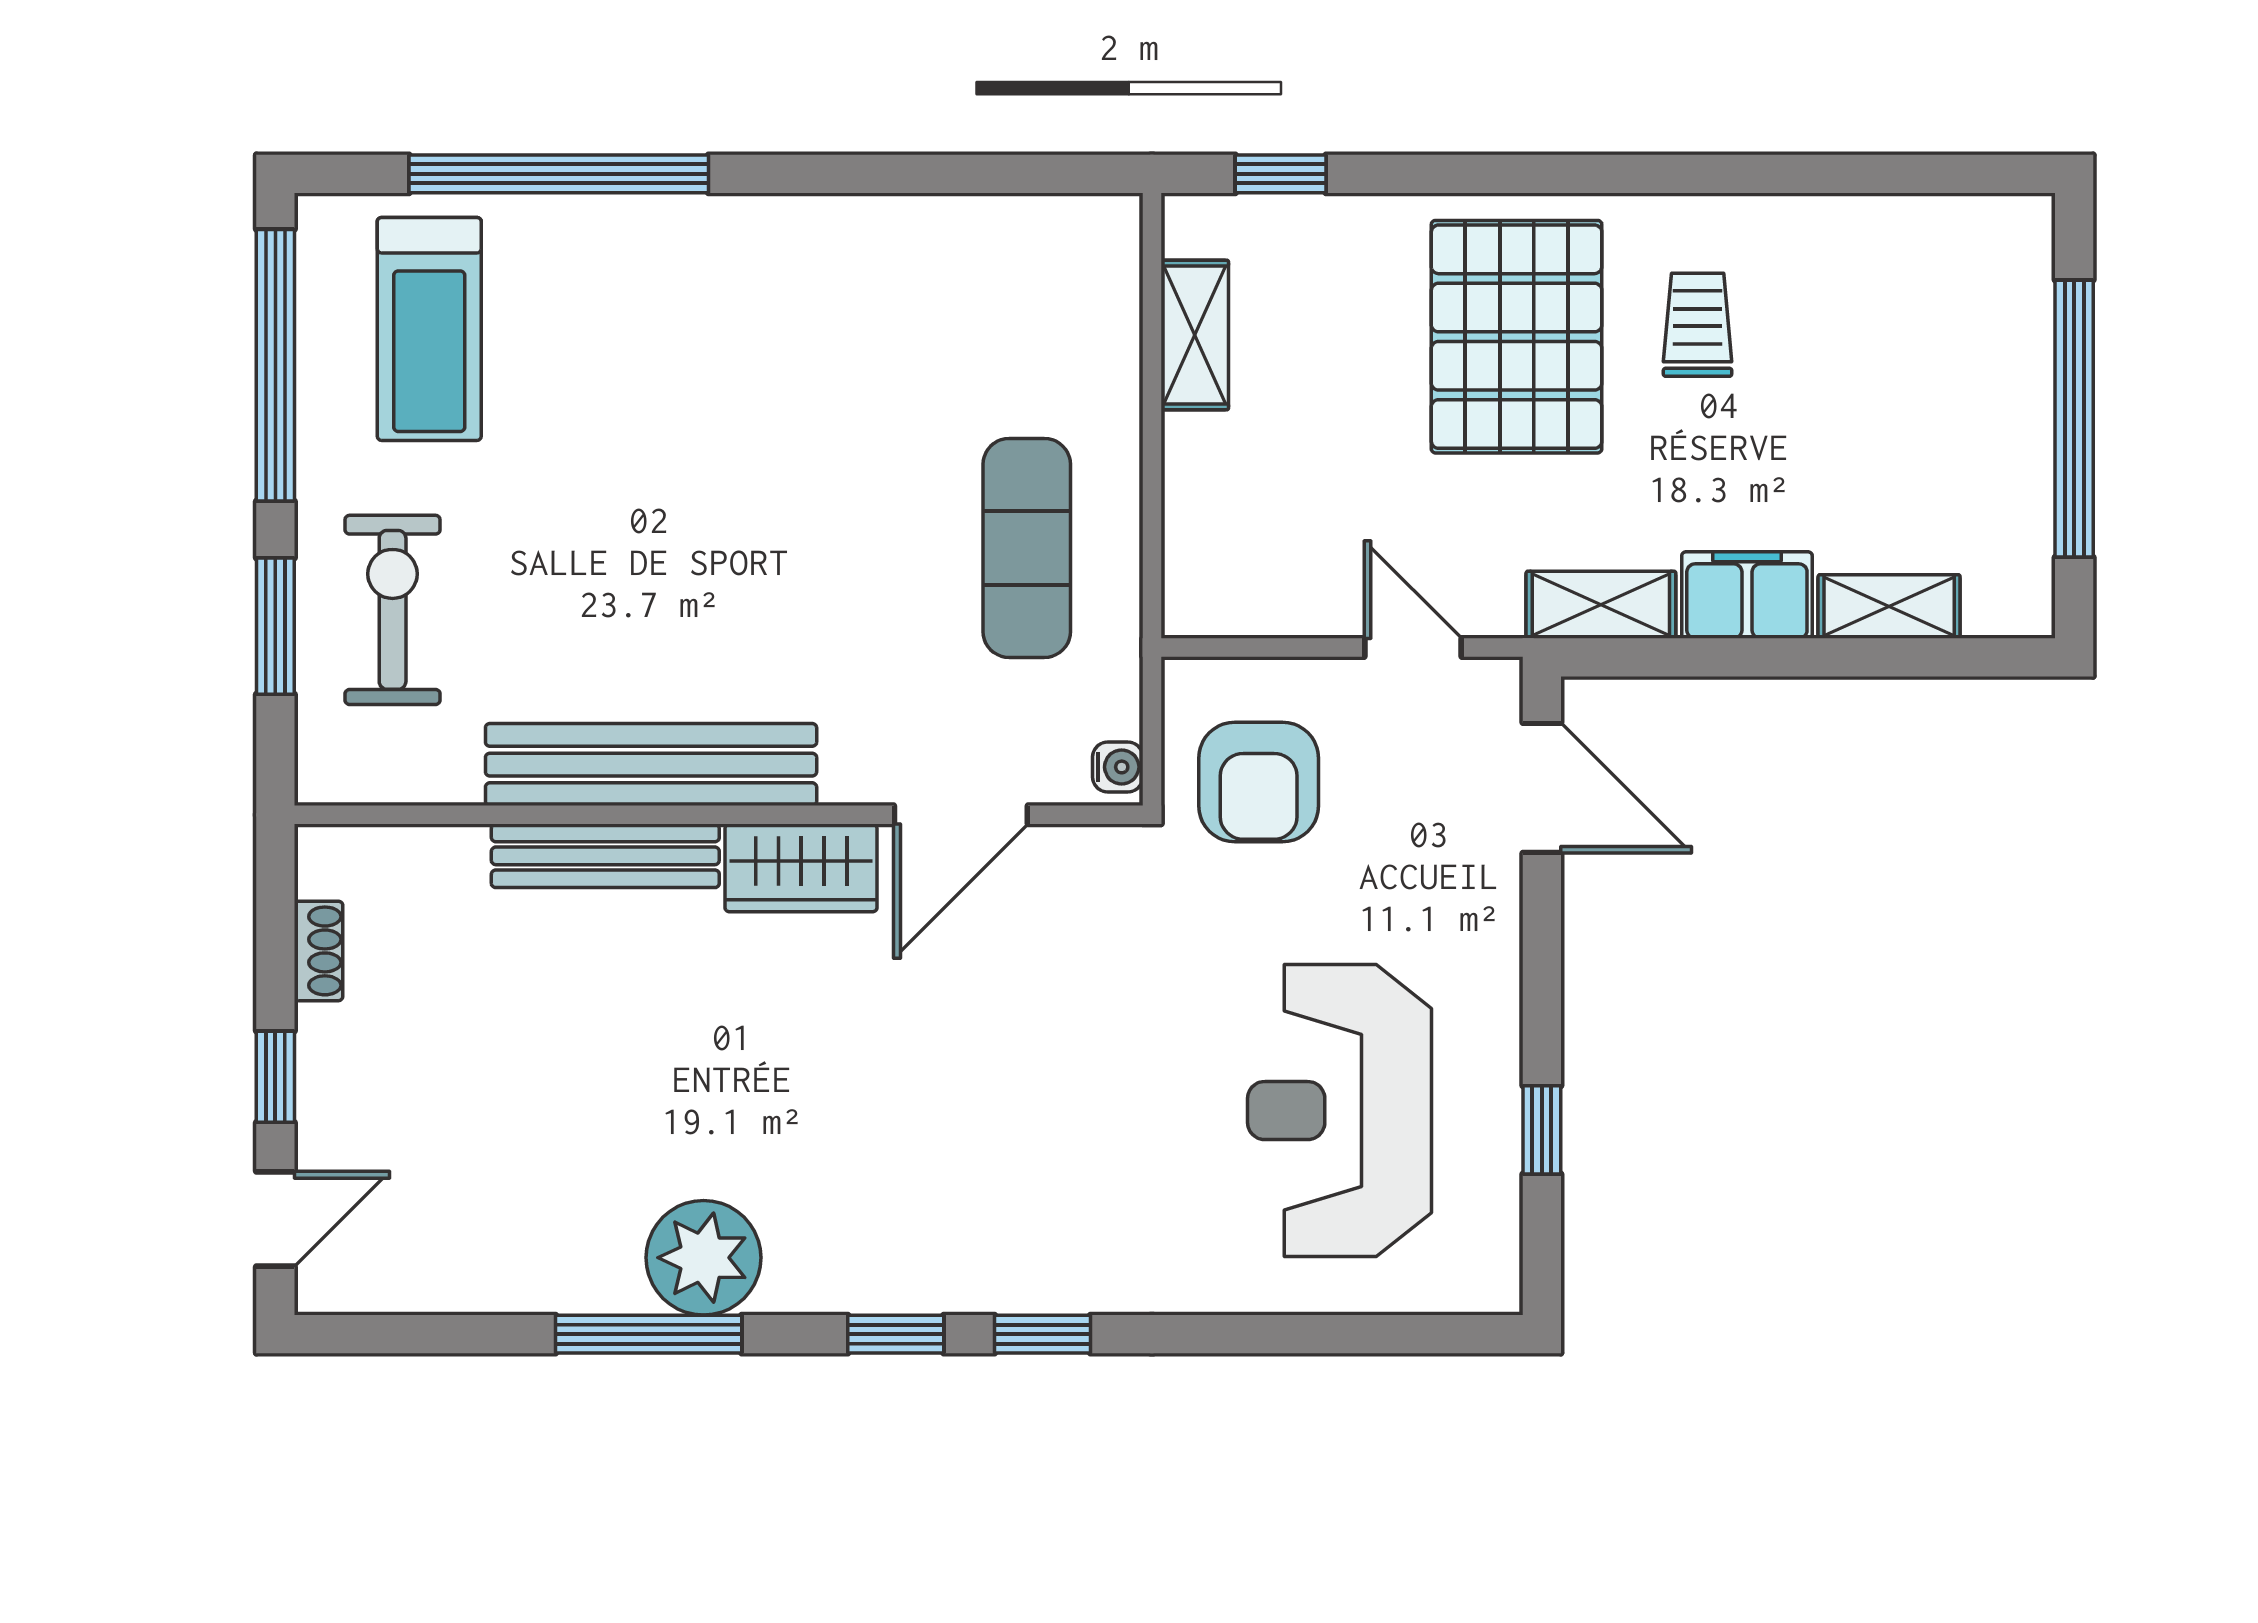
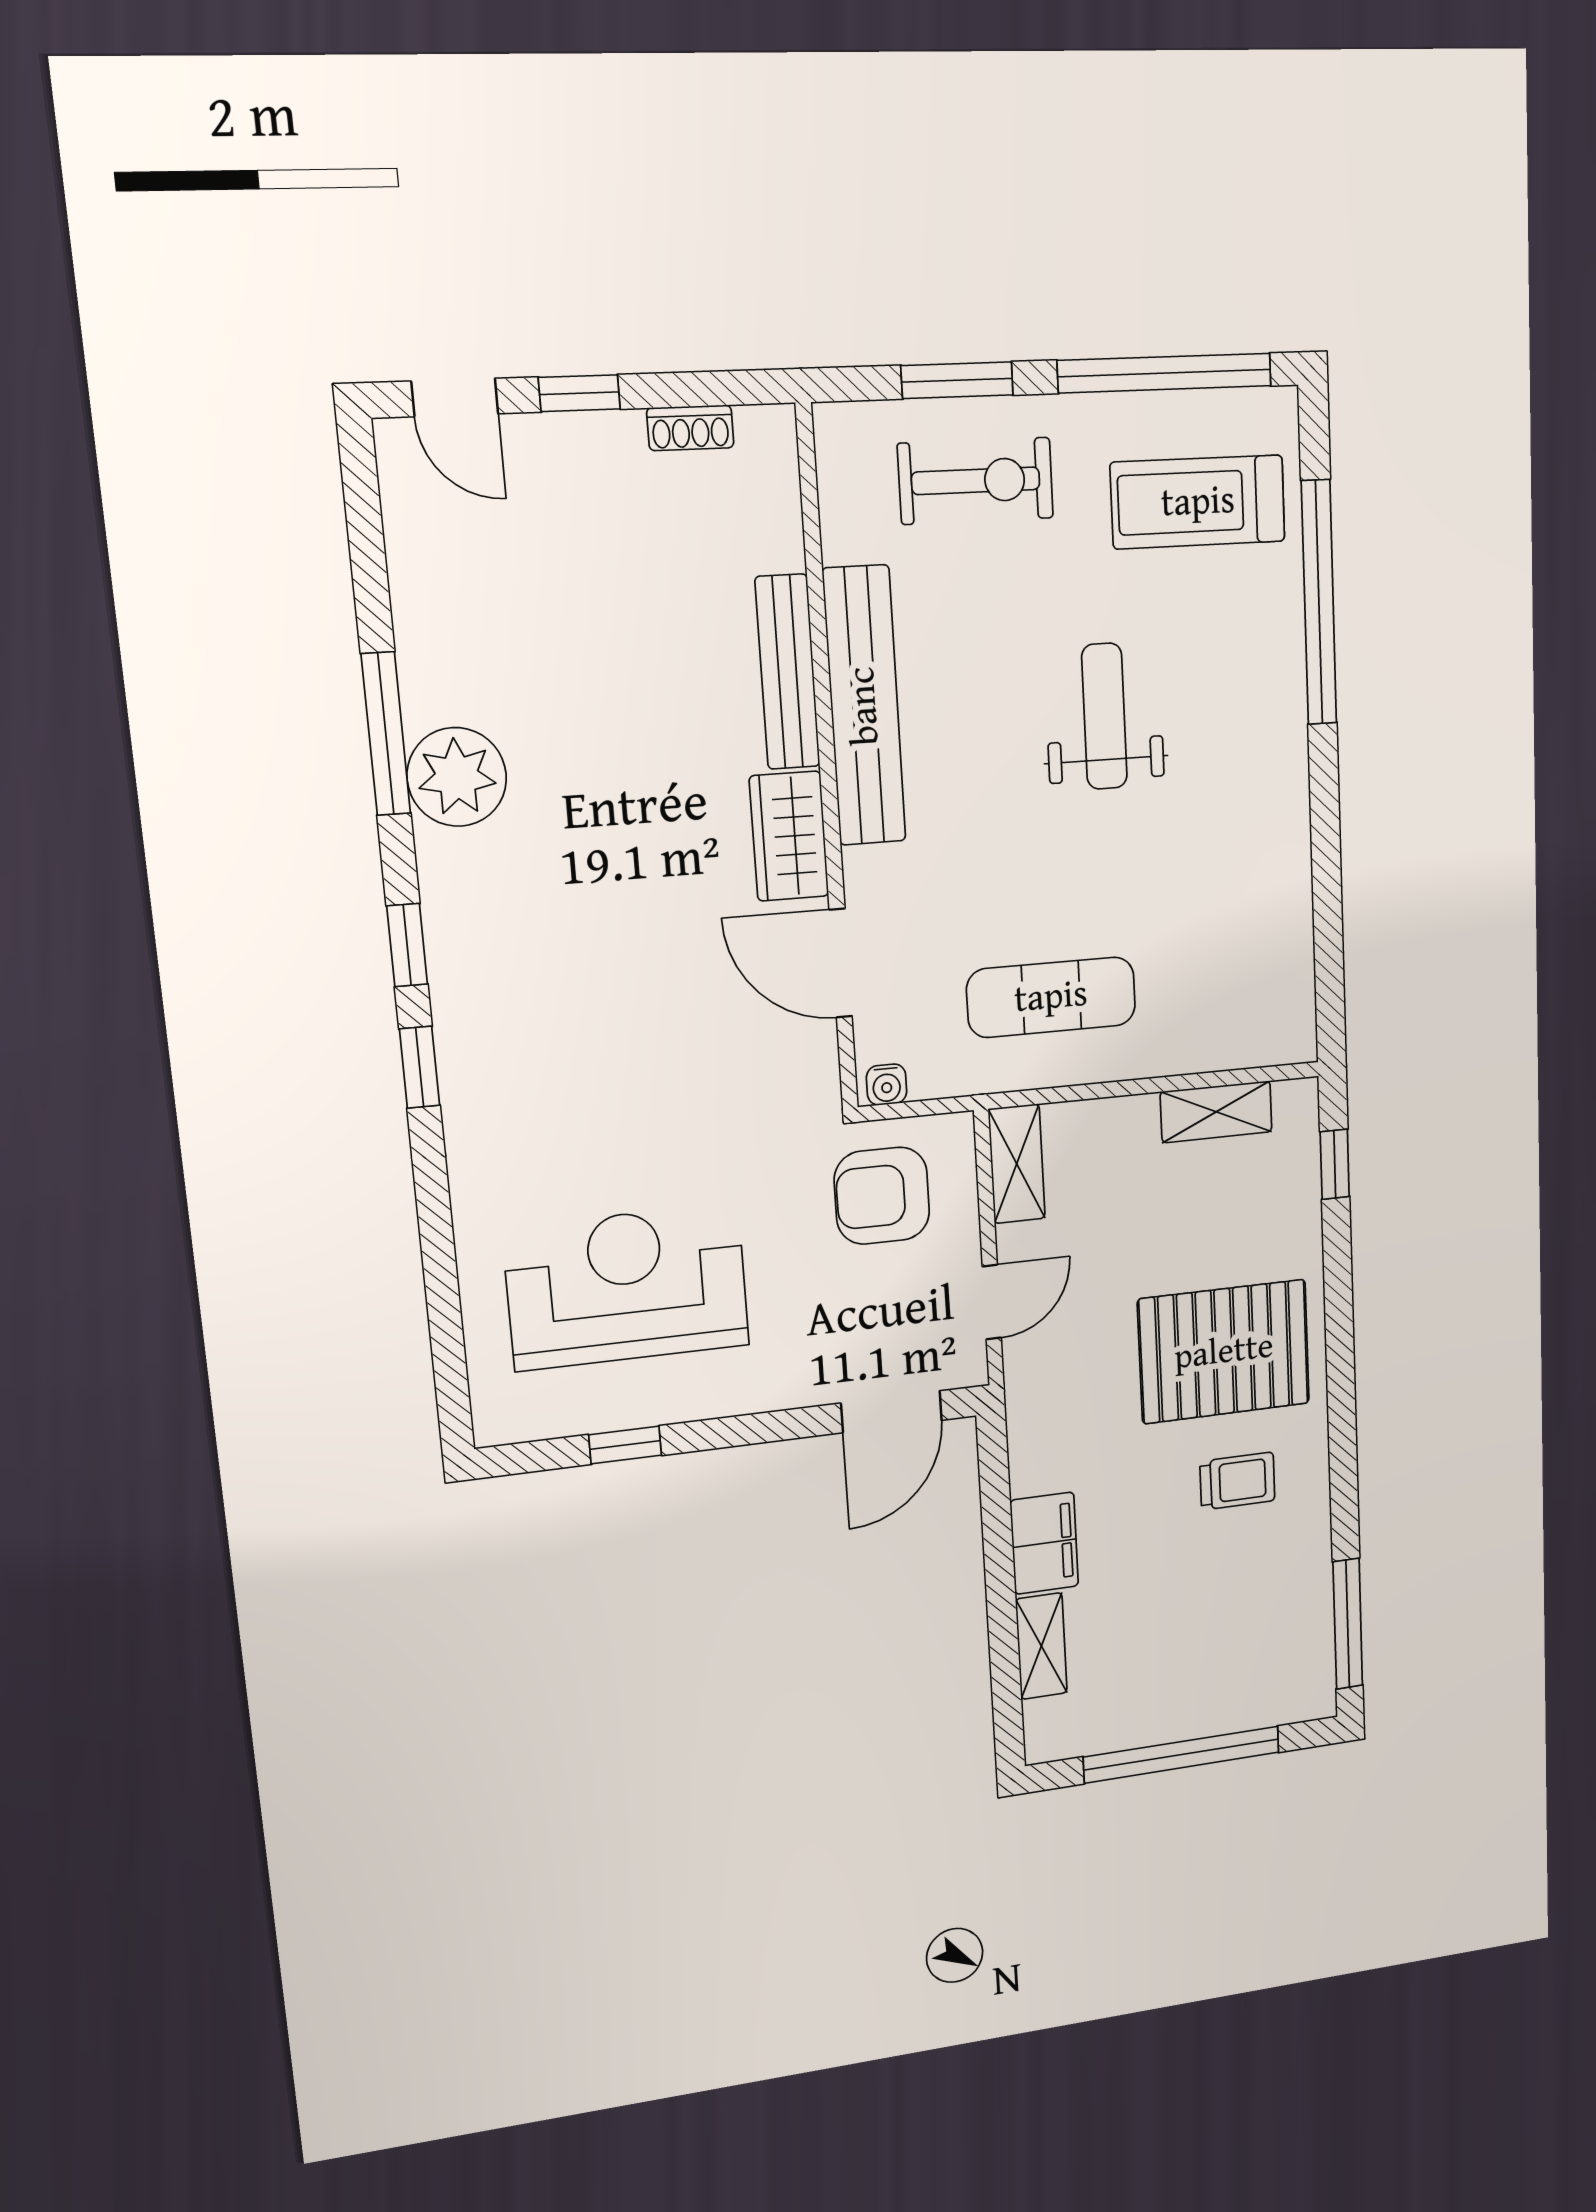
window: (1922, 174) -> (1348, 1624), added
weight bench: (682, 462) -> (1104, 716), added
shelving: (1601, 605) -> (1017, 1164), moved

